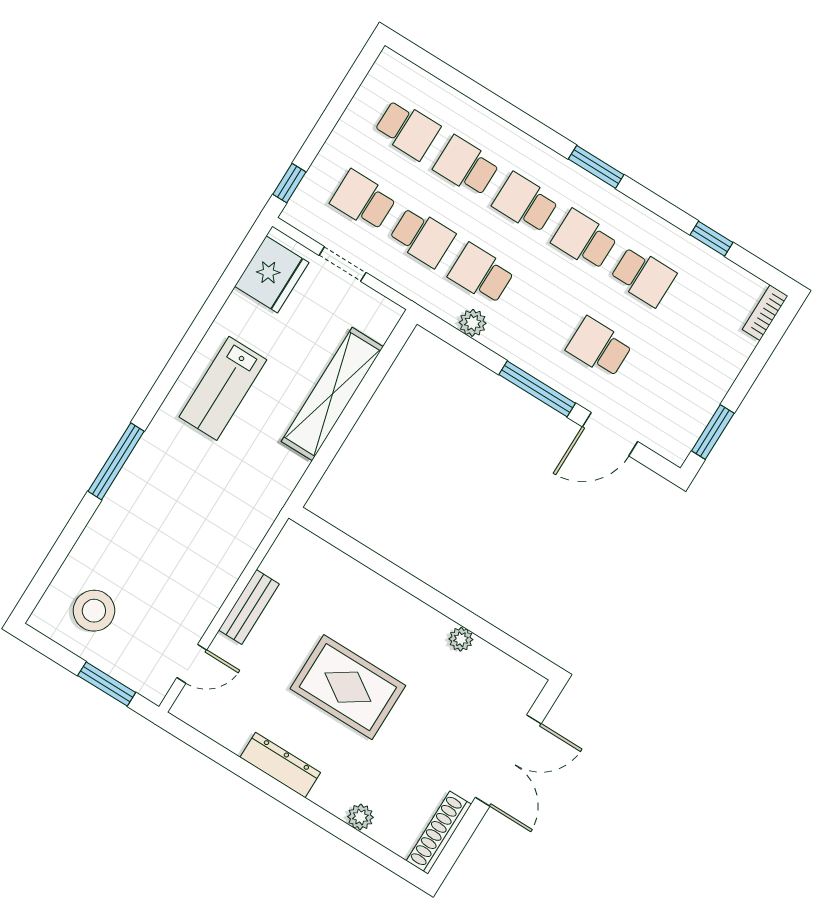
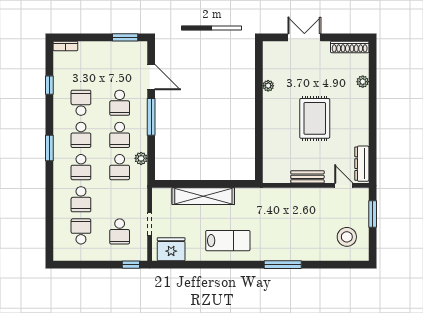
school desk: (422, 237) -> (120, 135), moved, turned 180
double door: (508, 761) -> (304, 37), width x0.73
dresser: (280, 765) -> (362, 164), moved

